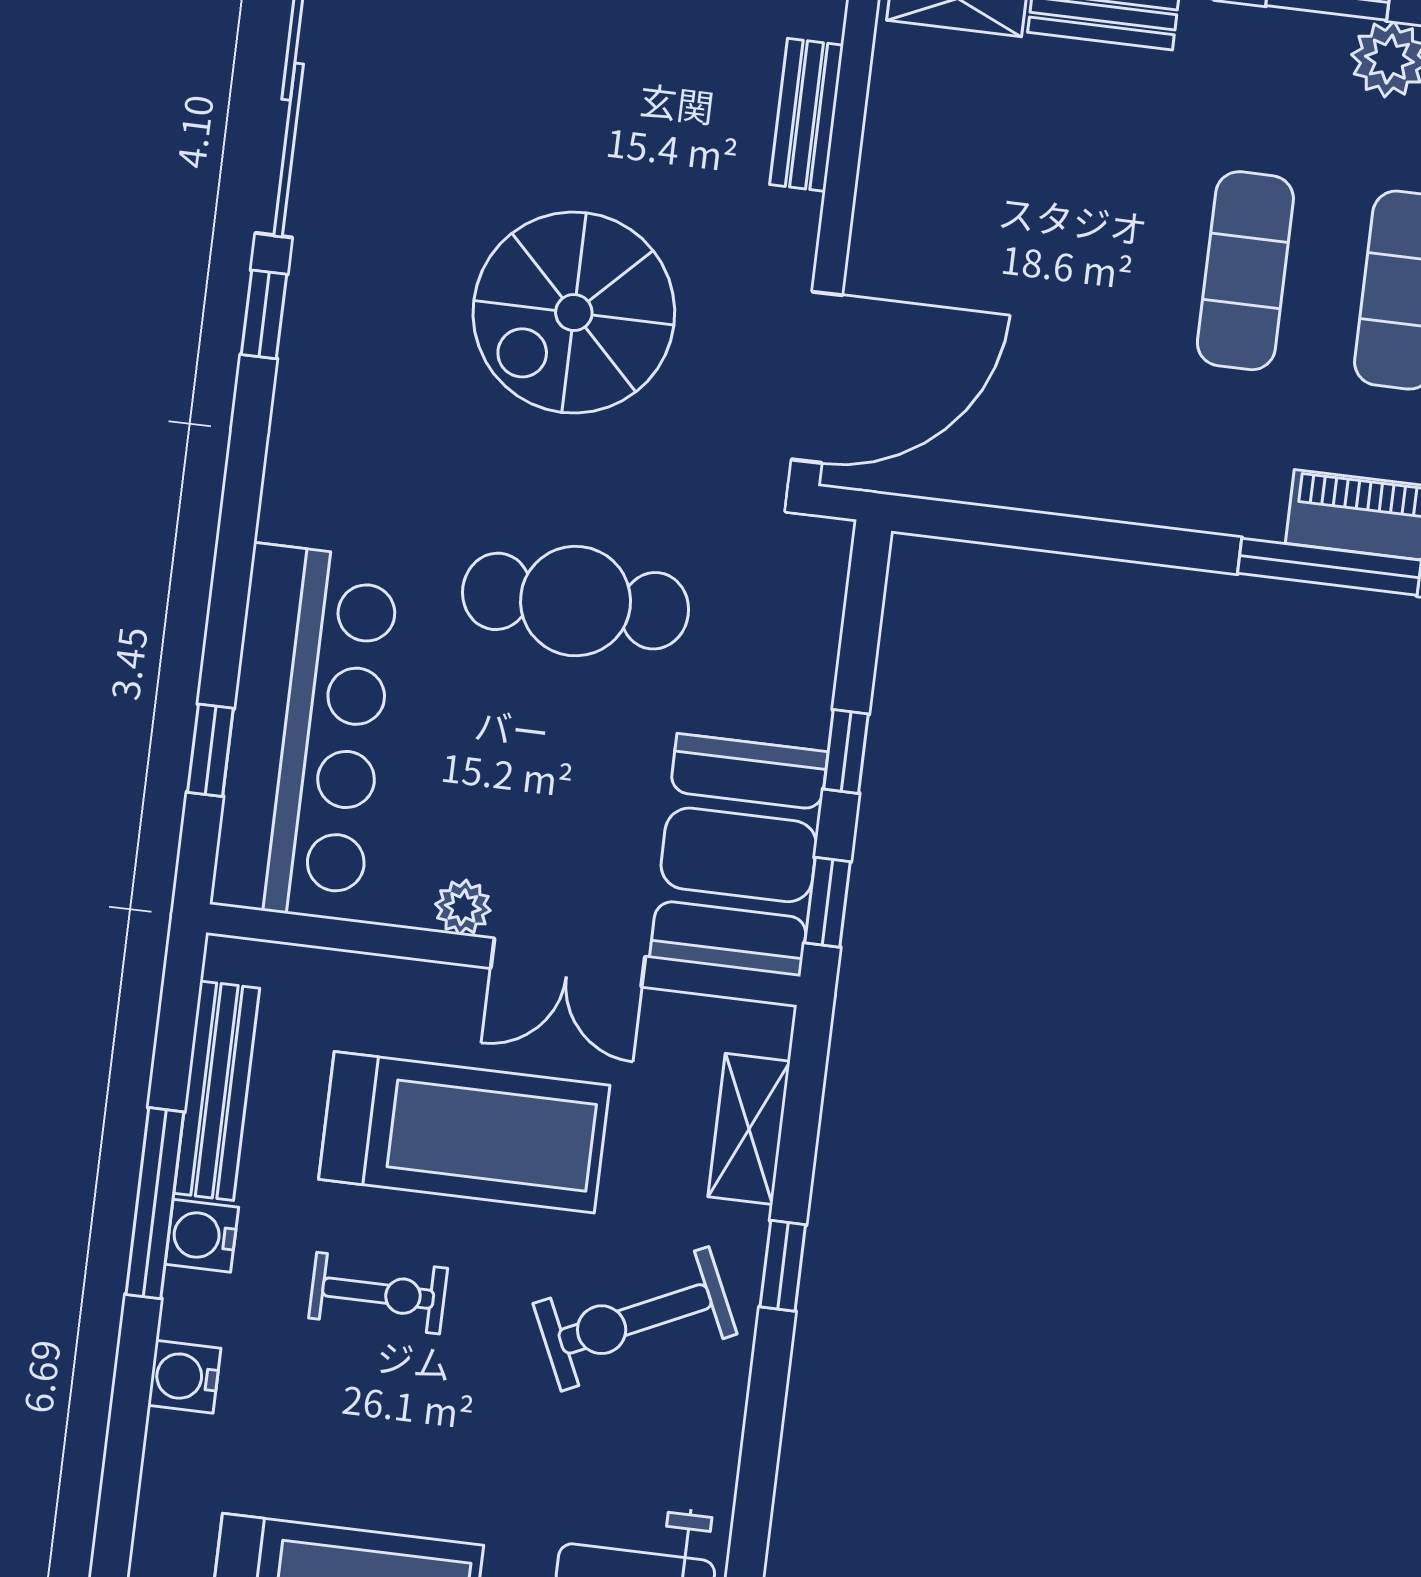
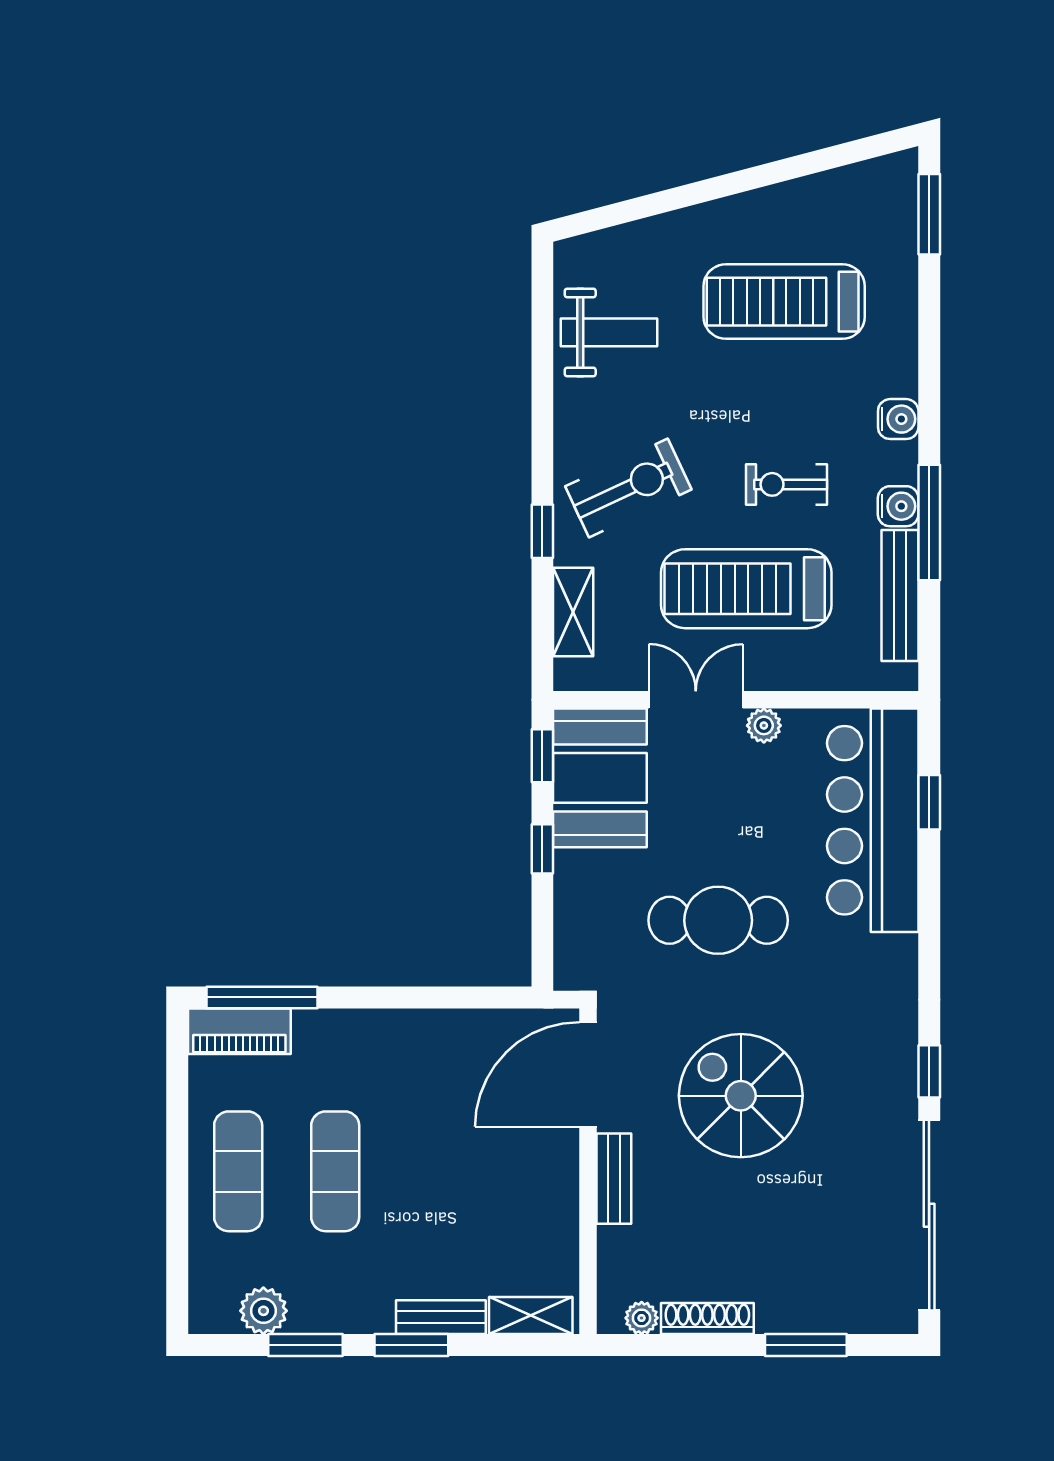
bench: (806, 115) -> (614, 1179), moved
spiral stairs: (574, 313) -> (741, 1096), turned -90

